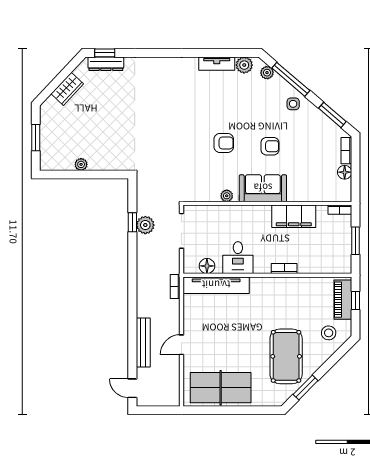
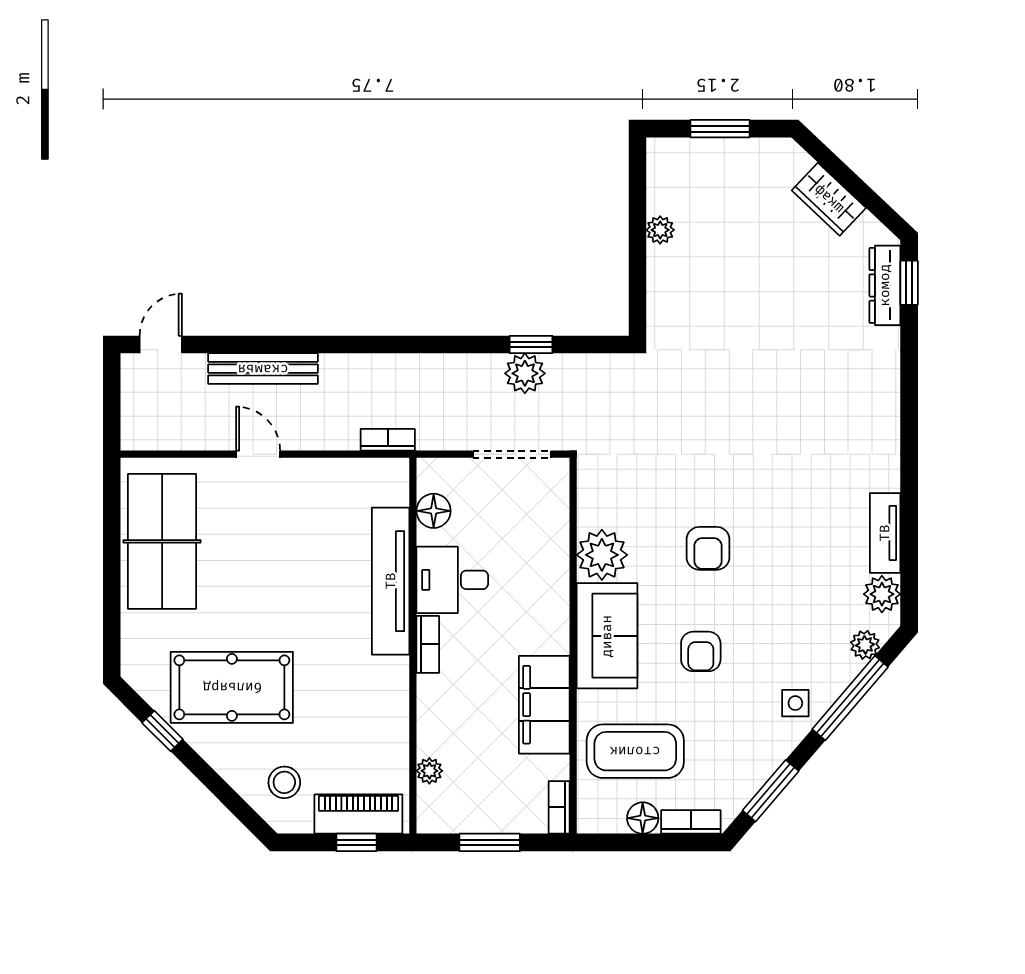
coffee table: (315, 176) -> (635, 751), added
plant: (227, 196) -> (602, 555), width x1.87, depth x1.87
plant: (323, 268) -> (429, 771), added
bookcase: (284, 269) -> (428, 644), moved
tv unit: (216, 285) -> (391, 581), moved
window: (306, 387) -> (162, 731), width x0.67

